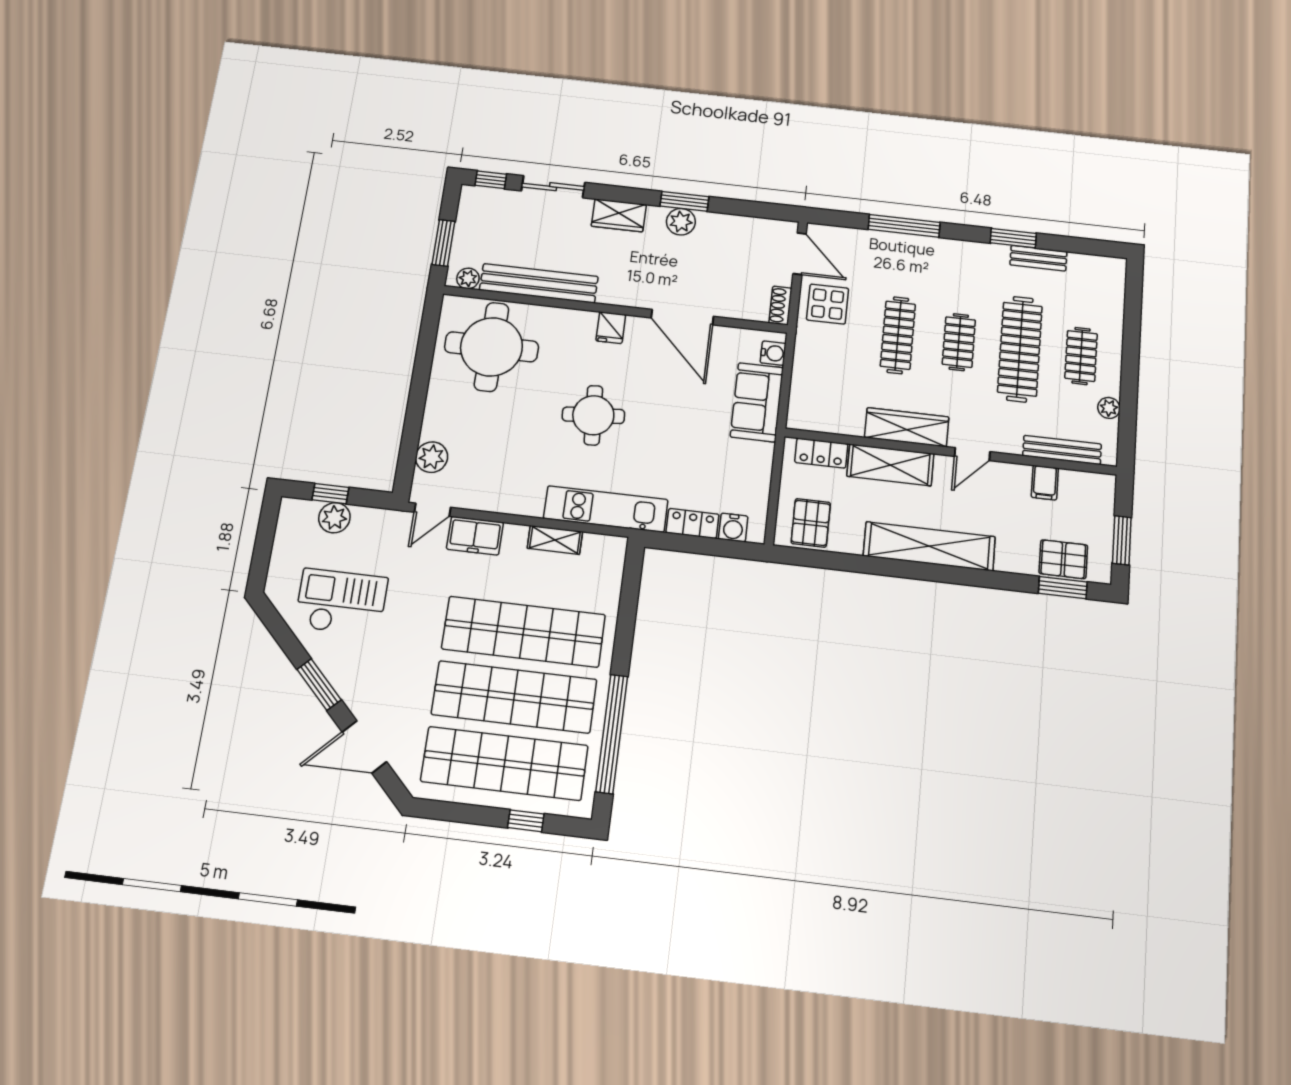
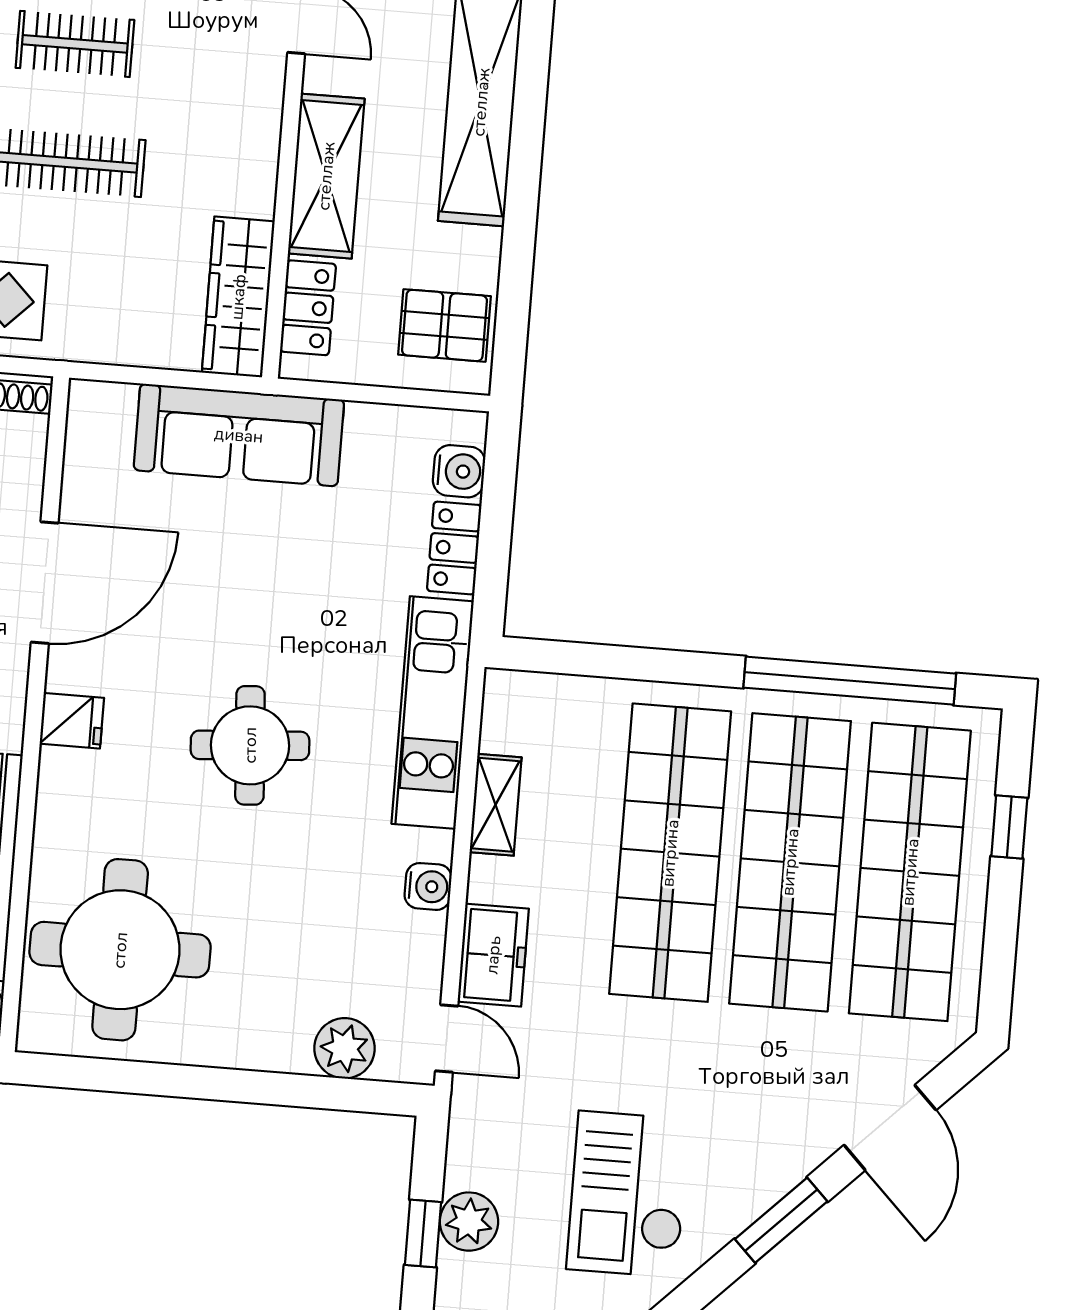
water cooler: (773, 353) -> (428, 886), moved, turned 90
sofa: (757, 402) -> (239, 435), width x1.36
wardrobe: (907, 427) -> (238, 297), moved

